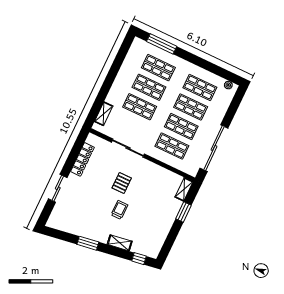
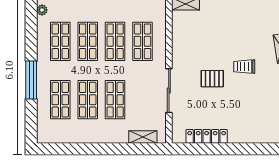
window: (162, 44) -> (31, 80), moved
sliding door: (58, 188) -> (253, 149), removed

